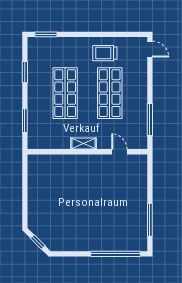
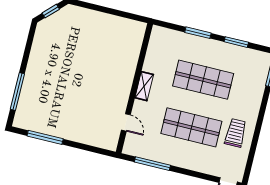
window: (25, 121) -> (198, 33), moved
door: (119, 152) -> (126, 122), hinge flipped
window: (116, 254) -> (17, 91), width x0.68

